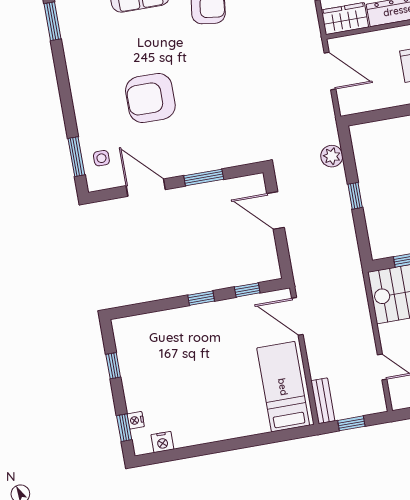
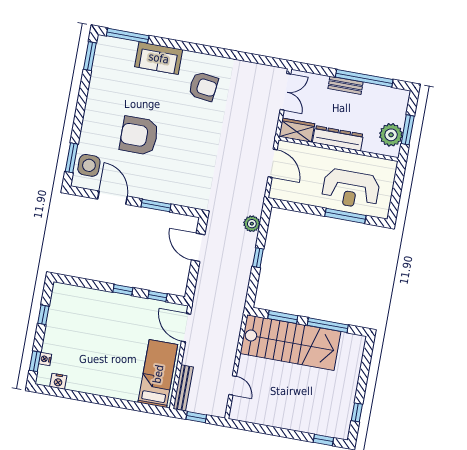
side table: (101, 158) -> (89, 165), width x1.87, depth x1.87
bench: (323, 401) -> (183, 388), width x1.36

